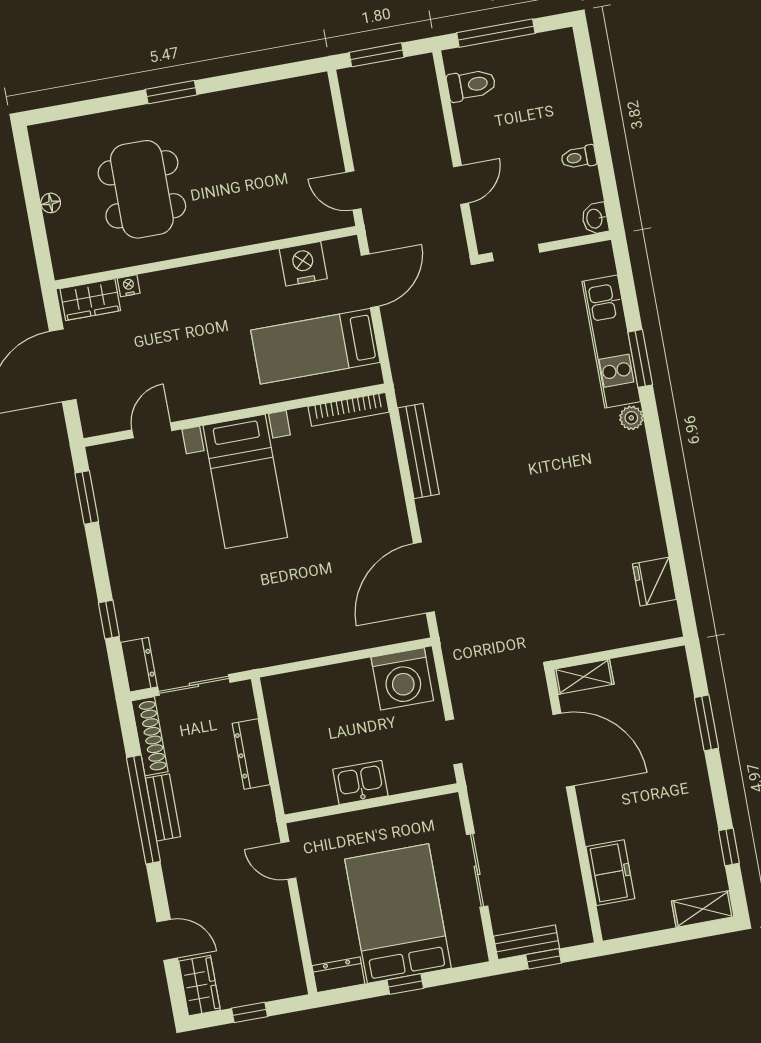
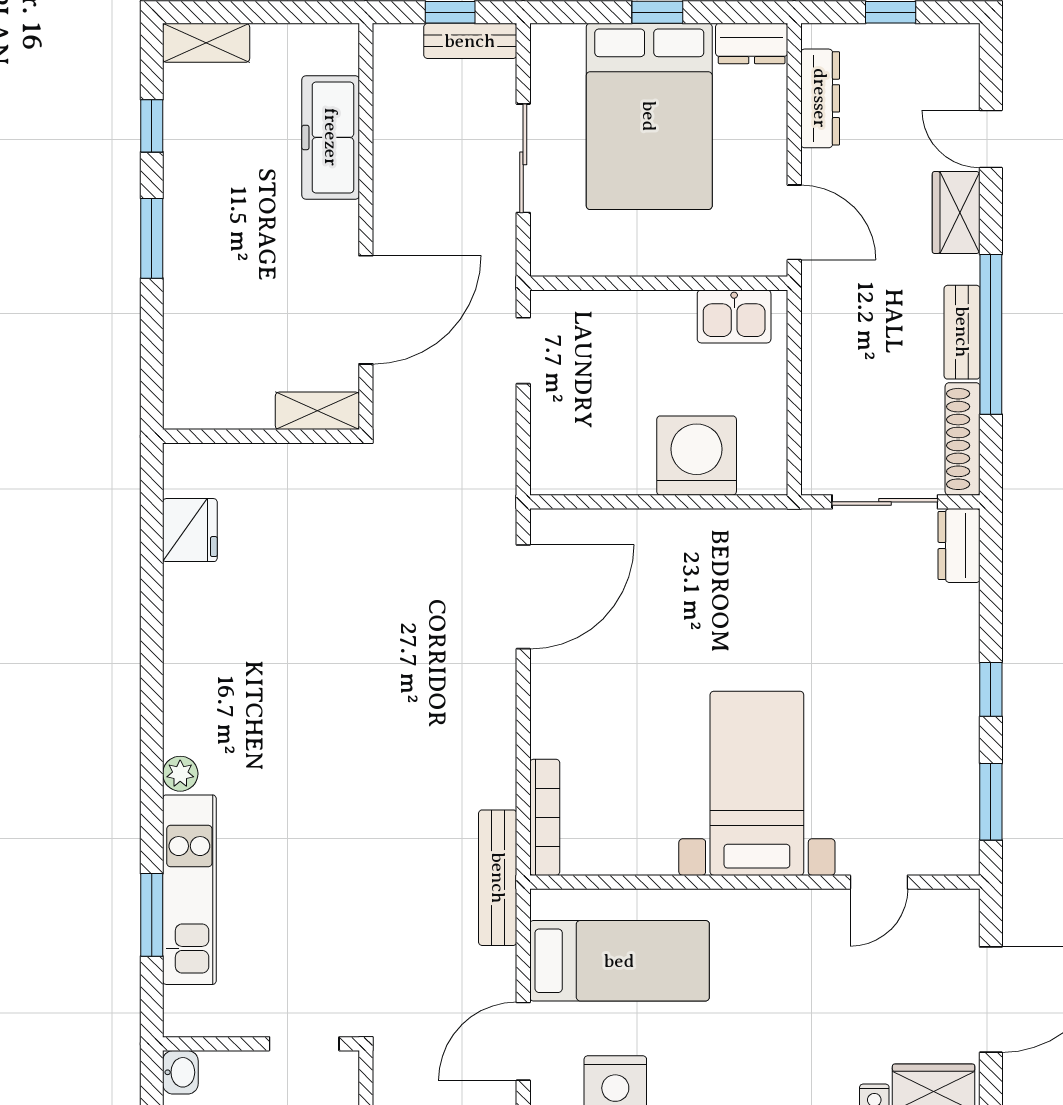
window: (640, 358) -> (152, 915), moved
bookcase: (349, 409) -> (545, 817), moved, turned 90
bench: (418, 451) -> (498, 878), moved
window: (109, 620) -> (991, 689), moved
washing machine: (402, 679) -> (697, 456), moved
window: (706, 723) -> (152, 238), moved
door: (564, 750) -> (366, 310), swing flipped
dresser: (251, 754) -> (820, 98), moved
kitchen sink: (360, 782) -> (734, 316), moved
door: (288, 860) -> (794, 222), width x1.38
freezer: (610, 873) -> (331, 137), width x1.40
wardrobe: (199, 986) -> (956, 213), moved

